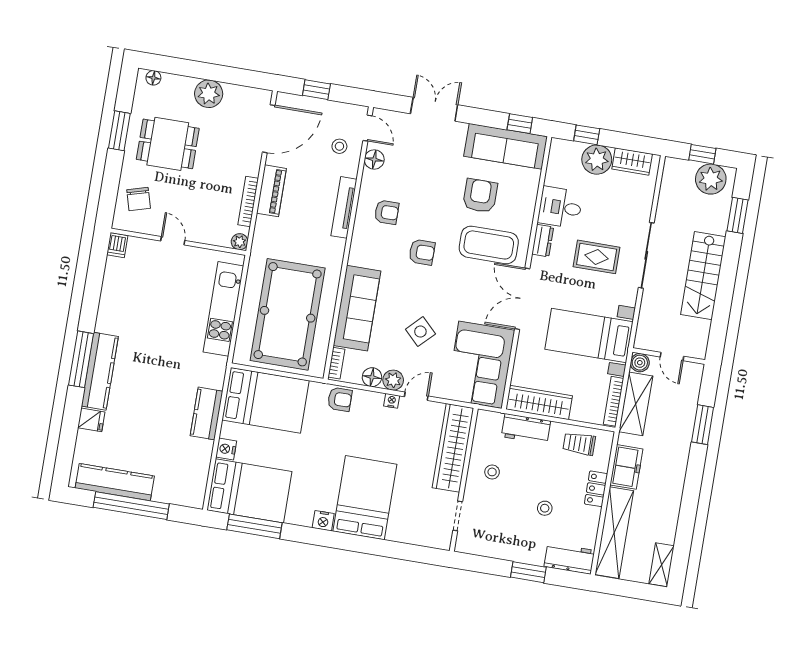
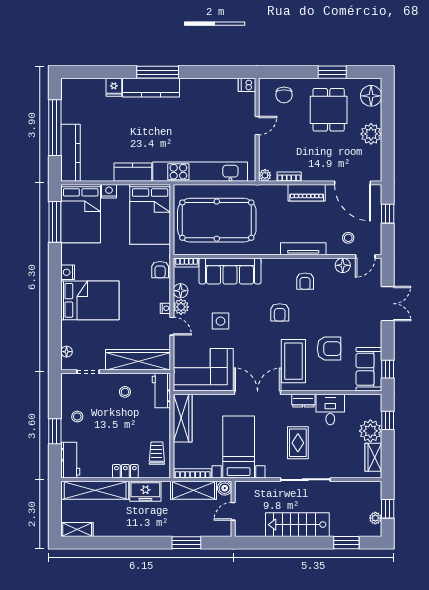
floor lamp: (153, 78) -> (371, 96), width x1.89, depth x1.89
sofa: (506, 146) -> (369, 369), width x0.73
plant: (711, 179) -> (375, 518), width x0.53, depth x0.53
chair: (139, 199) -> (284, 95), turned -74
bookcase: (248, 201) -> (289, 177), width x0.64
kitchen unit: (223, 309) -> (200, 172), width x1.36
side table: (420, 332) -> (220, 321), turned 45
workbench: (526, 429) -> (161, 391), moved
kitchen counter: (115, 482) -> (70, 153), moved
stool: (545, 508) -> (77, 417), moved
floor lamp: (427, 540) -> (67, 352), added

